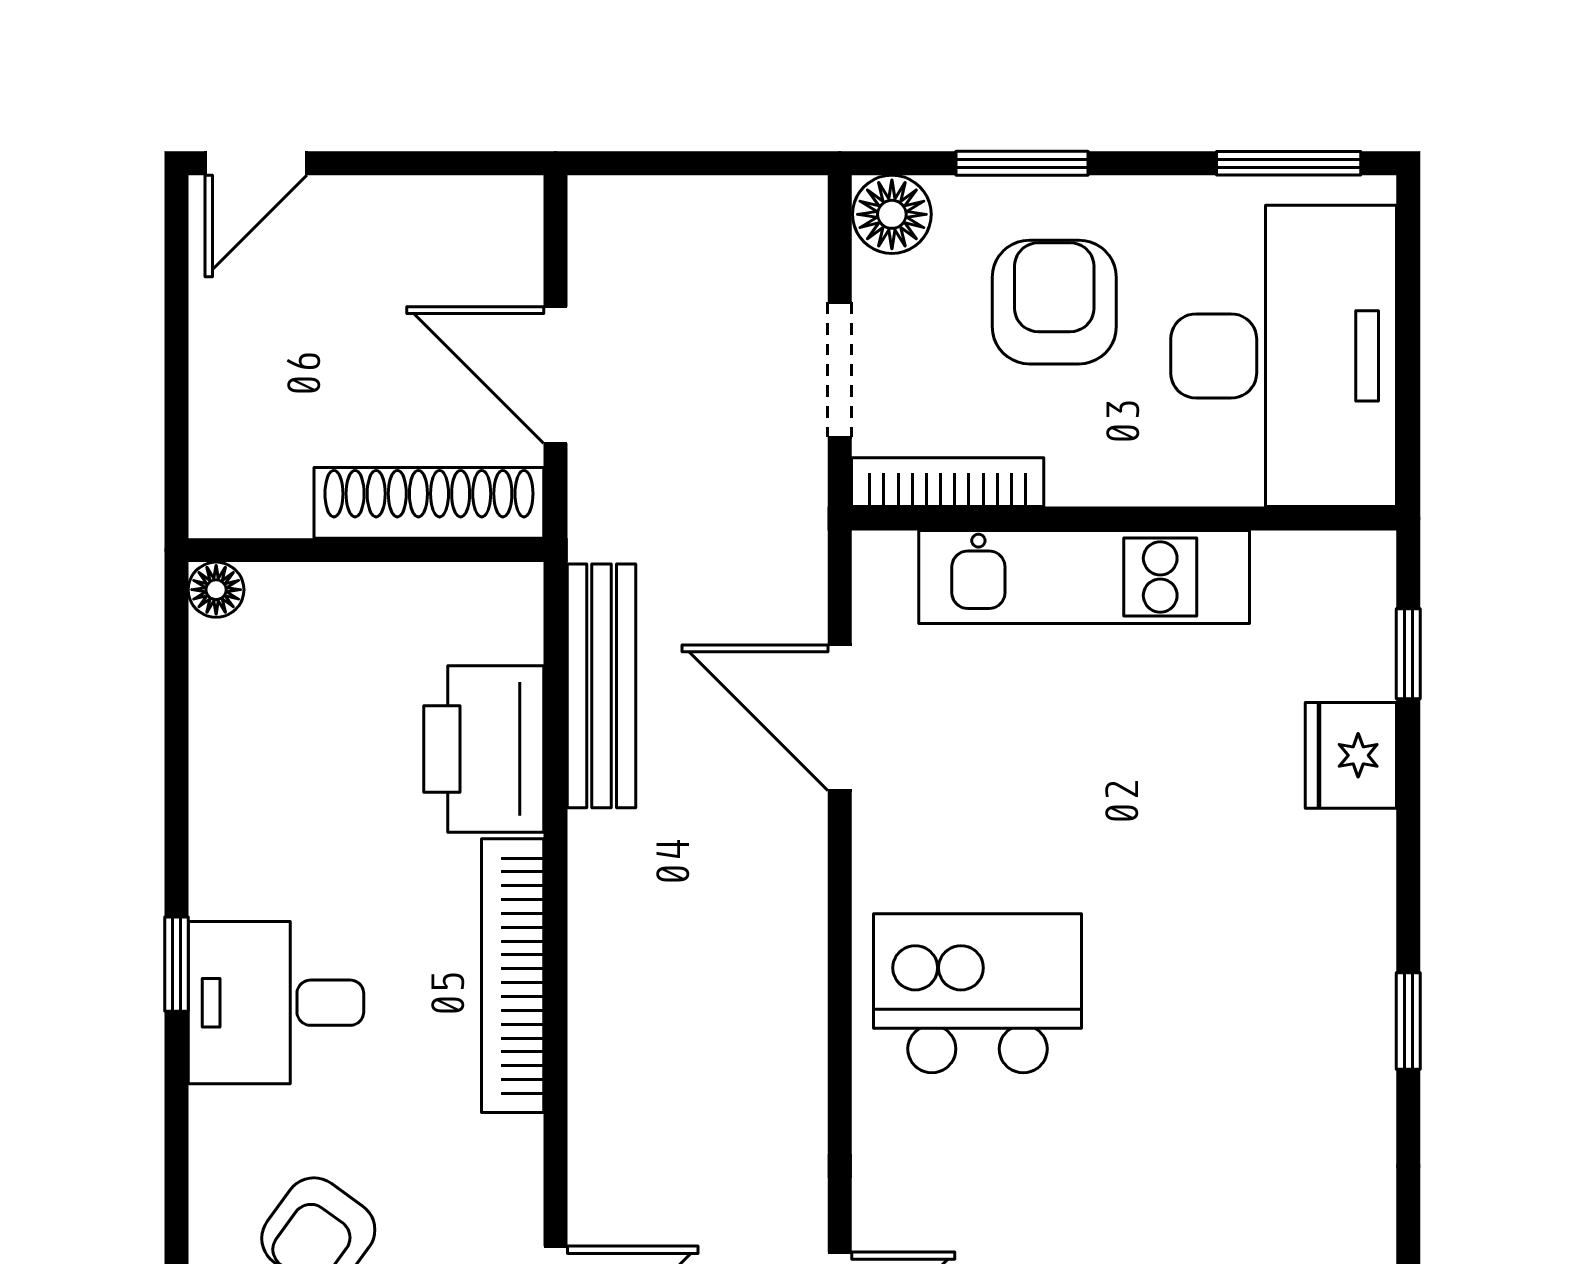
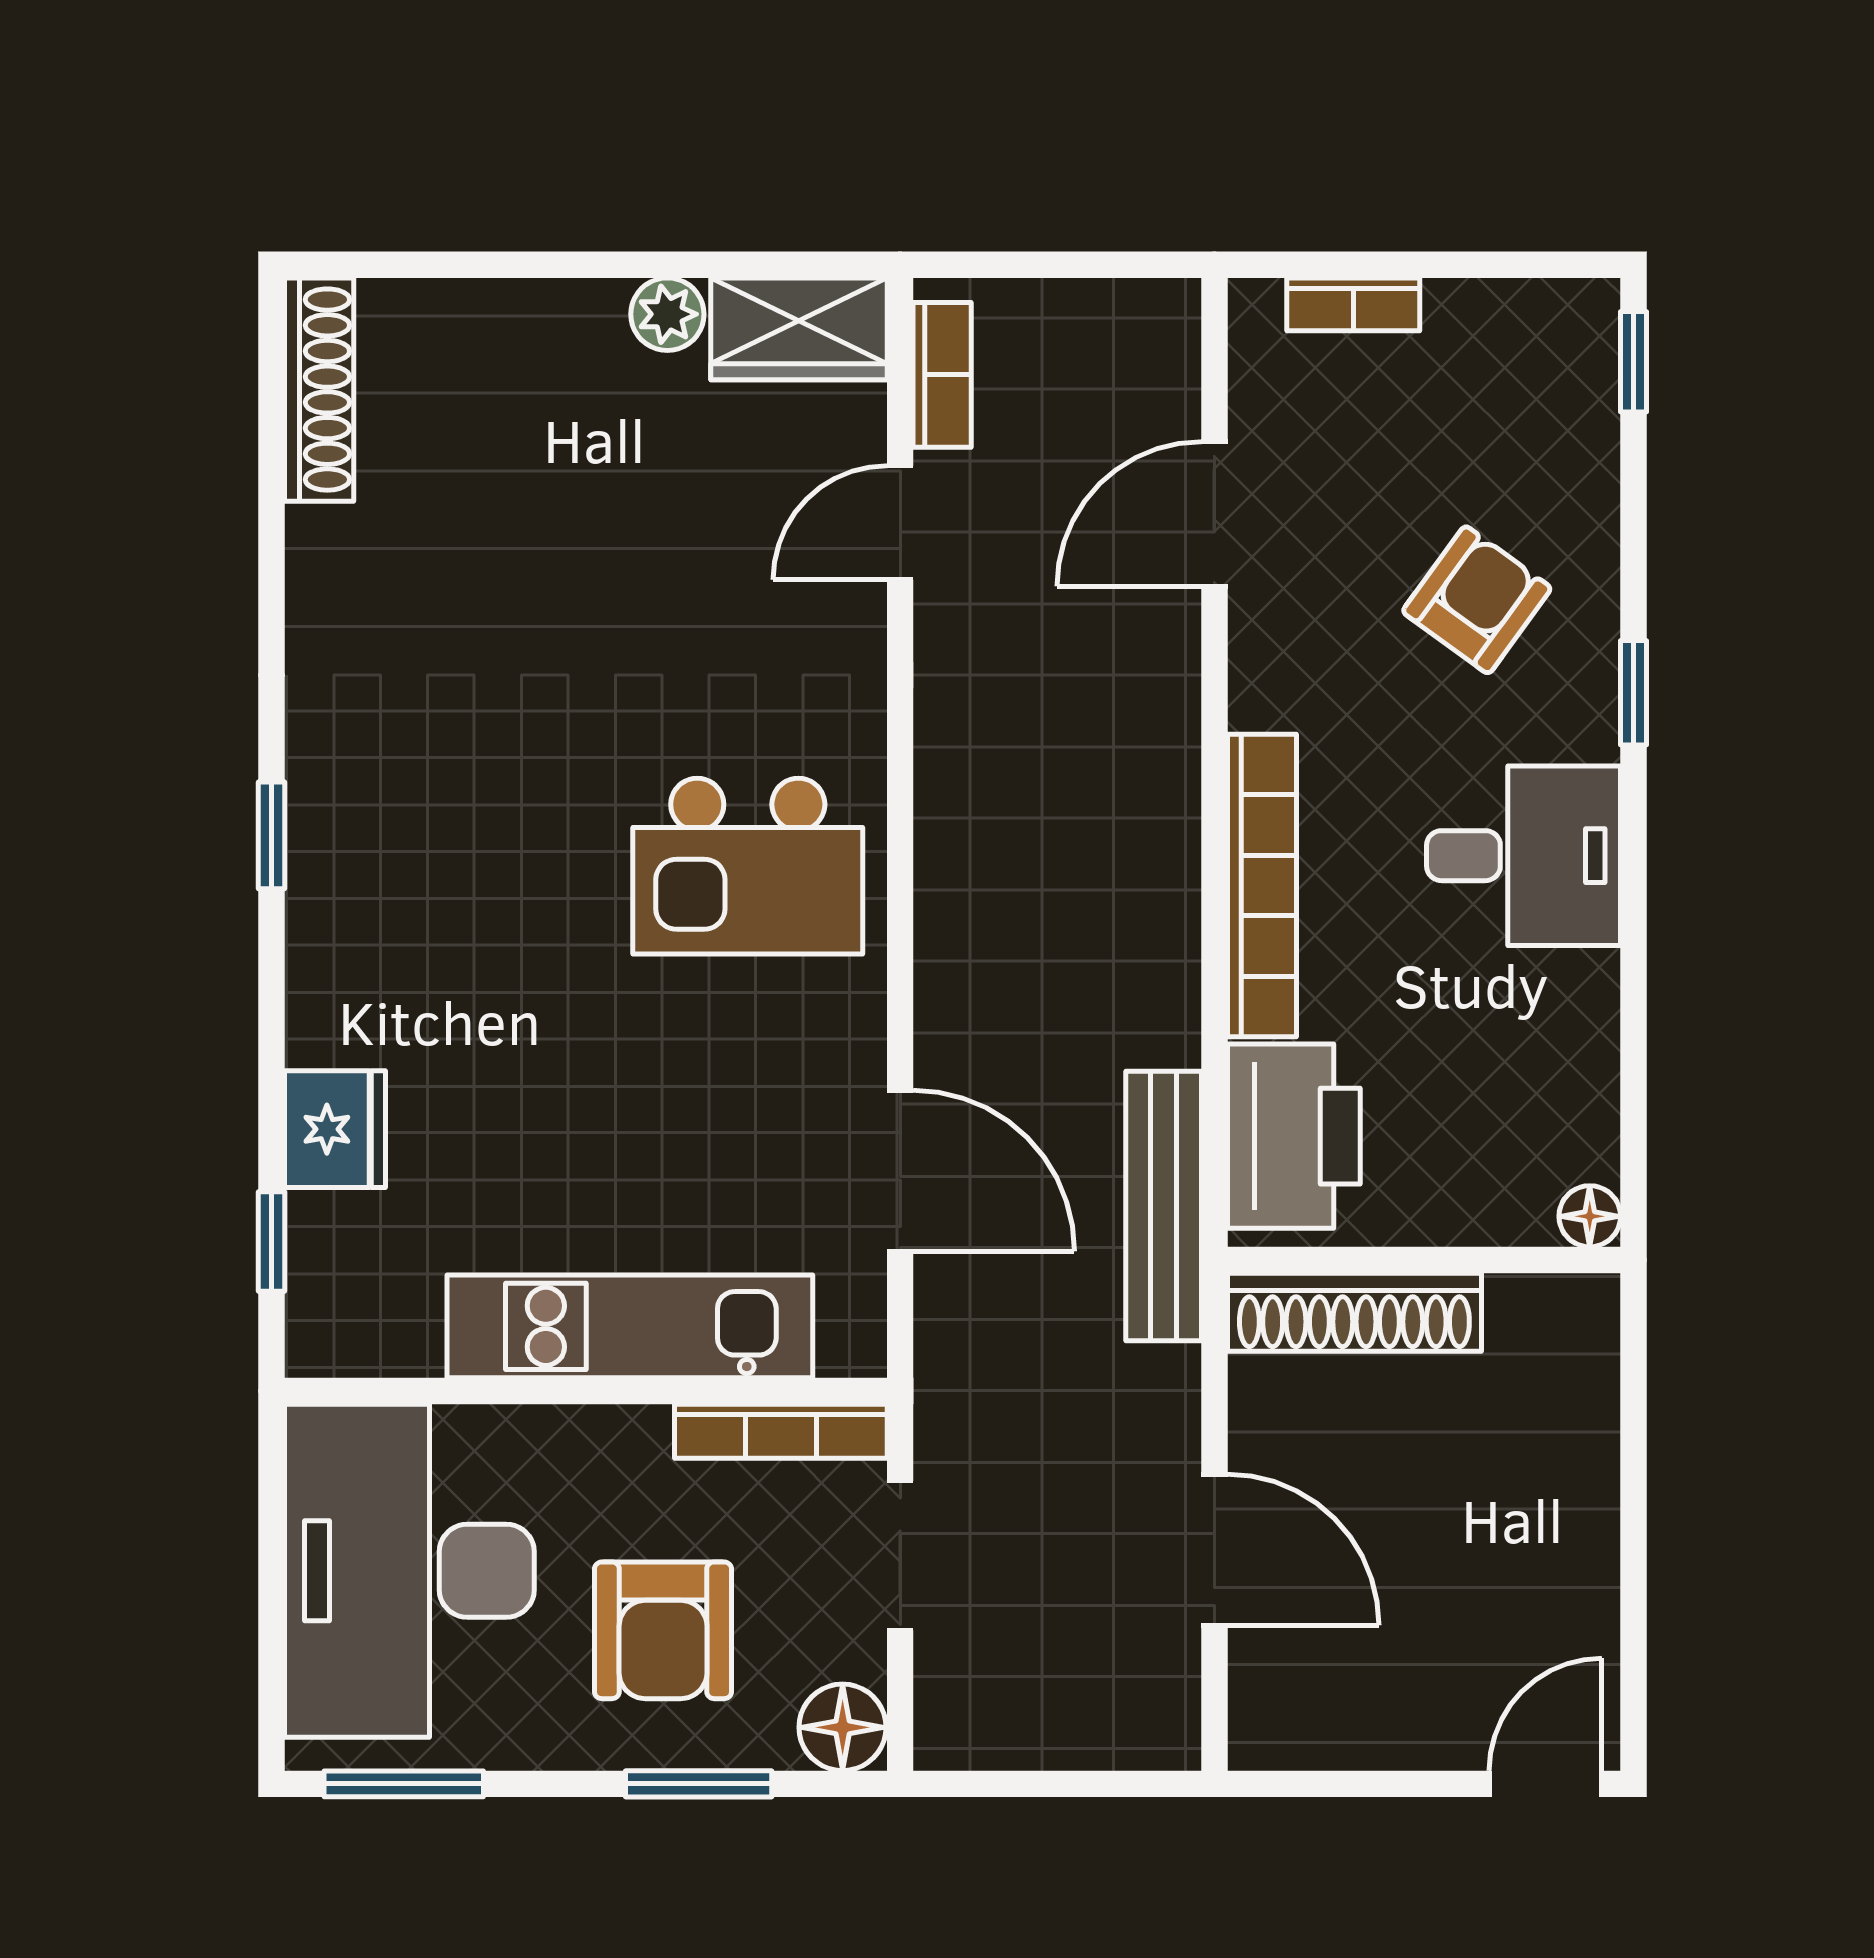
shoe rack: (429, 503) -> (1354, 1312), moved
wall: (366, 550) -> (1424, 1260), moved
floor lamp: (216, 590) -> (1590, 1216), moved
window: (177, 964) -> (1634, 693), moved

